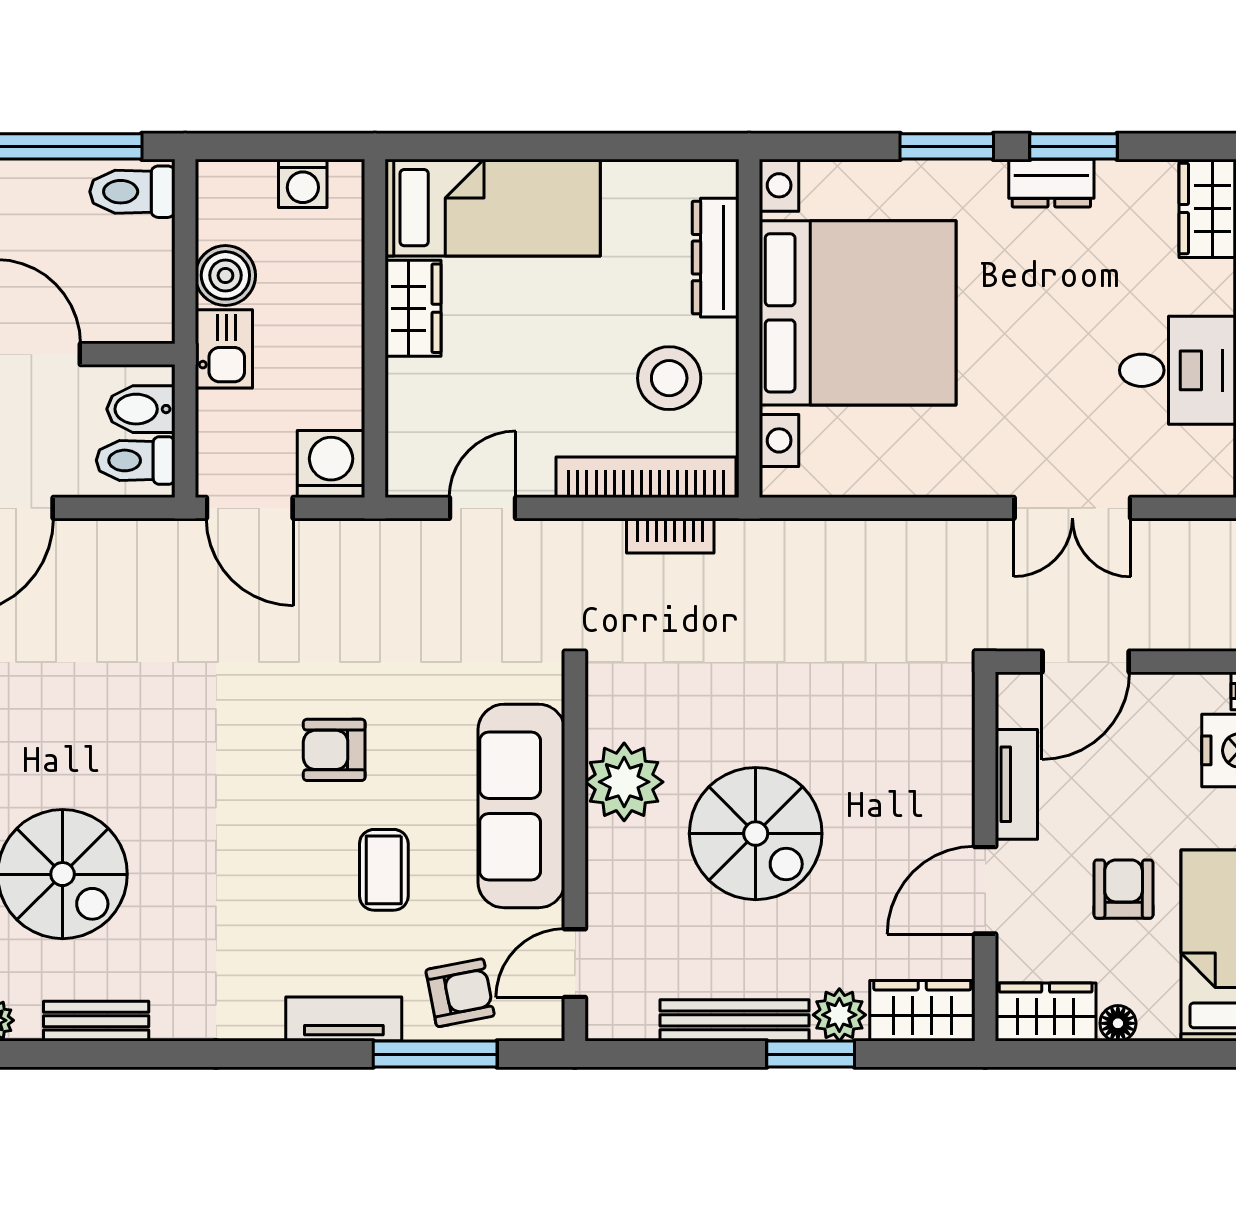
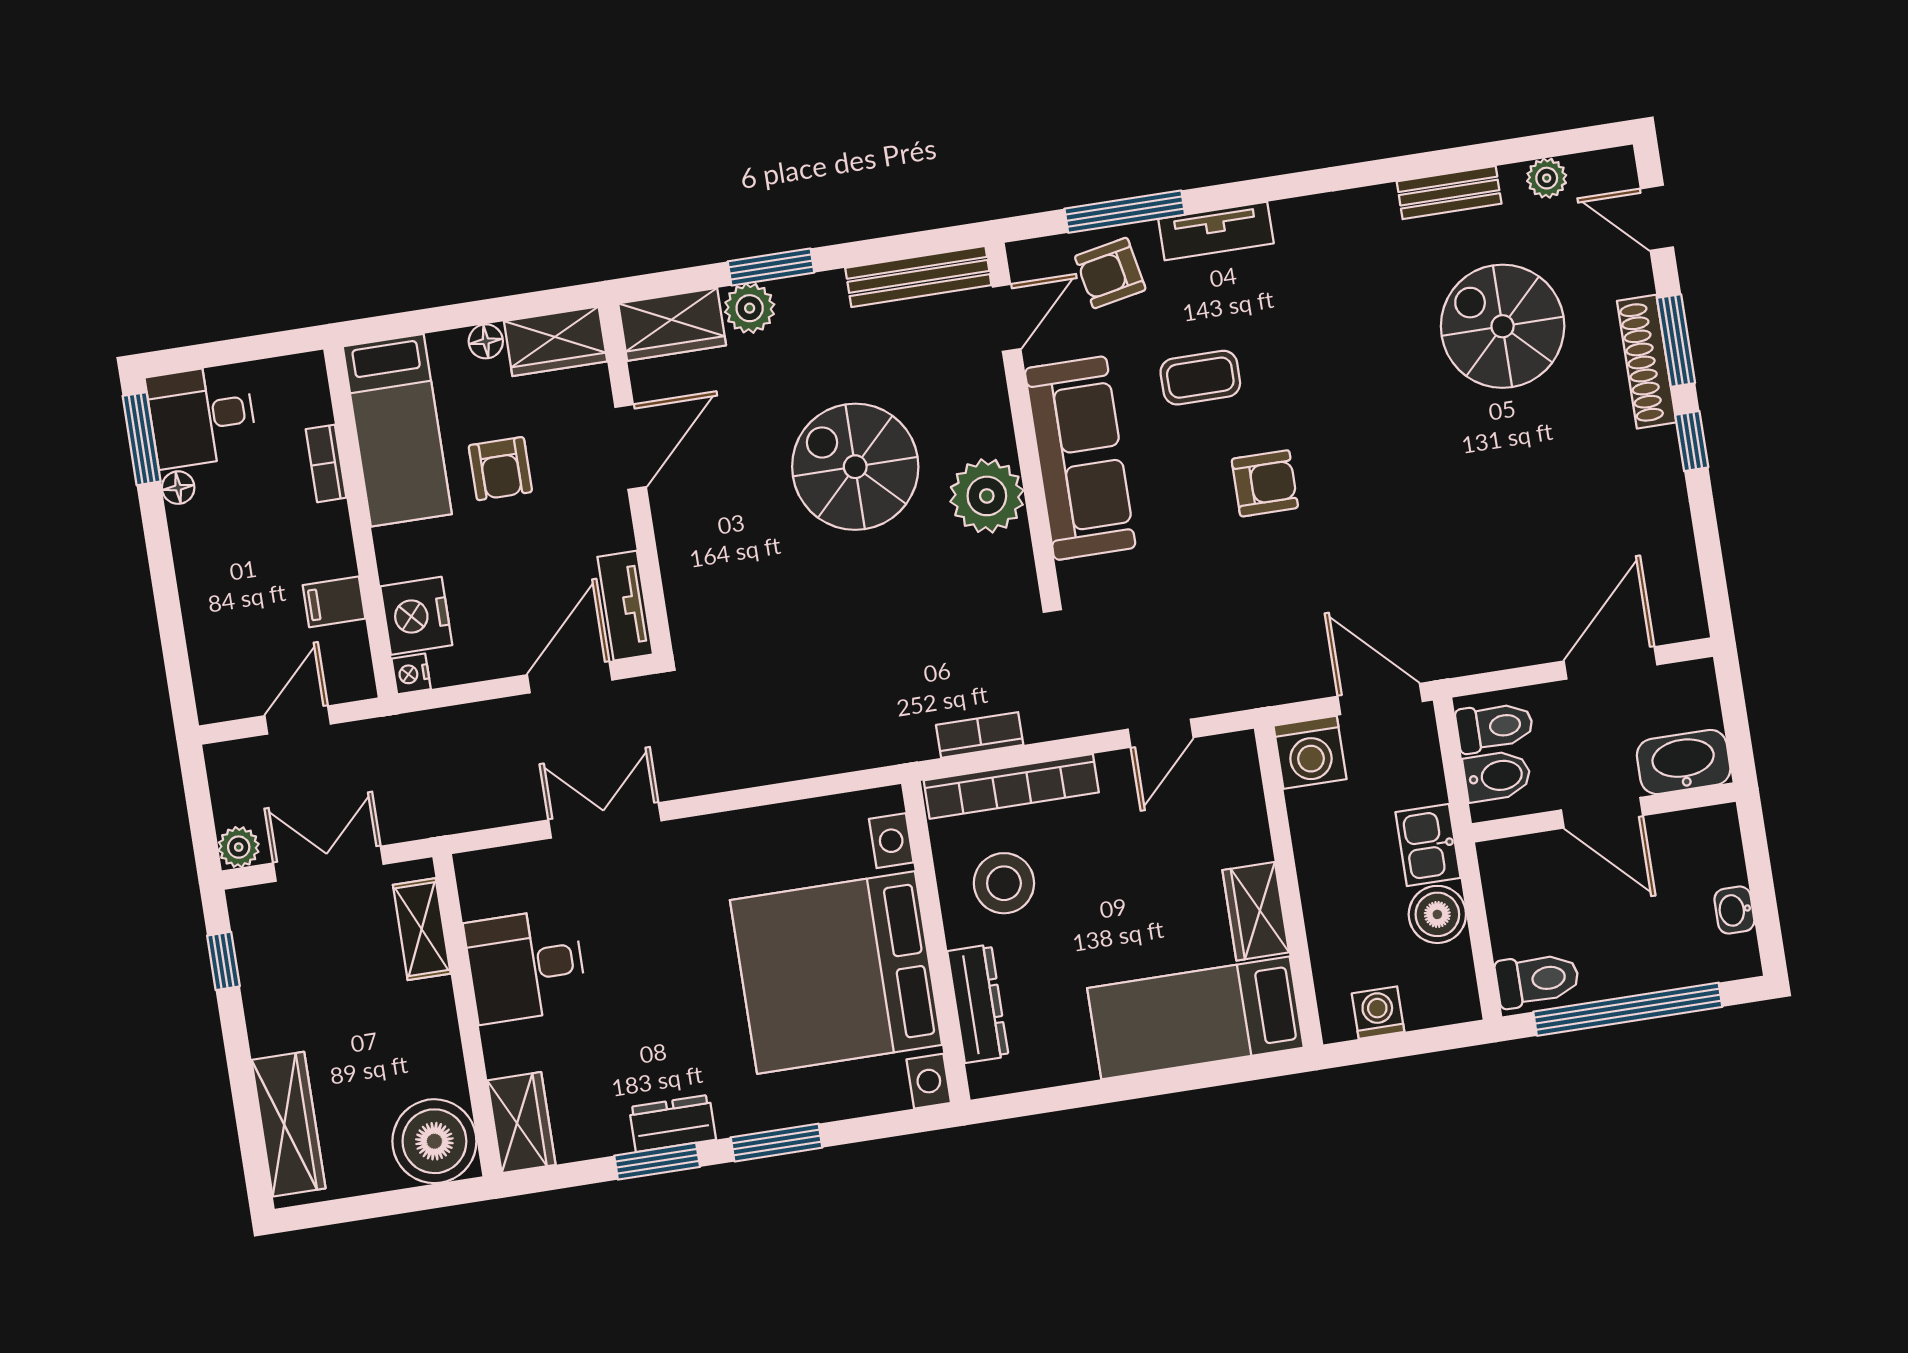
tv unit: (1016, 784) -> (625, 606), moved
coffee table: (384, 870) -> (1200, 378), turned 90
bench: (735, 1020) -> (918, 276), moved

